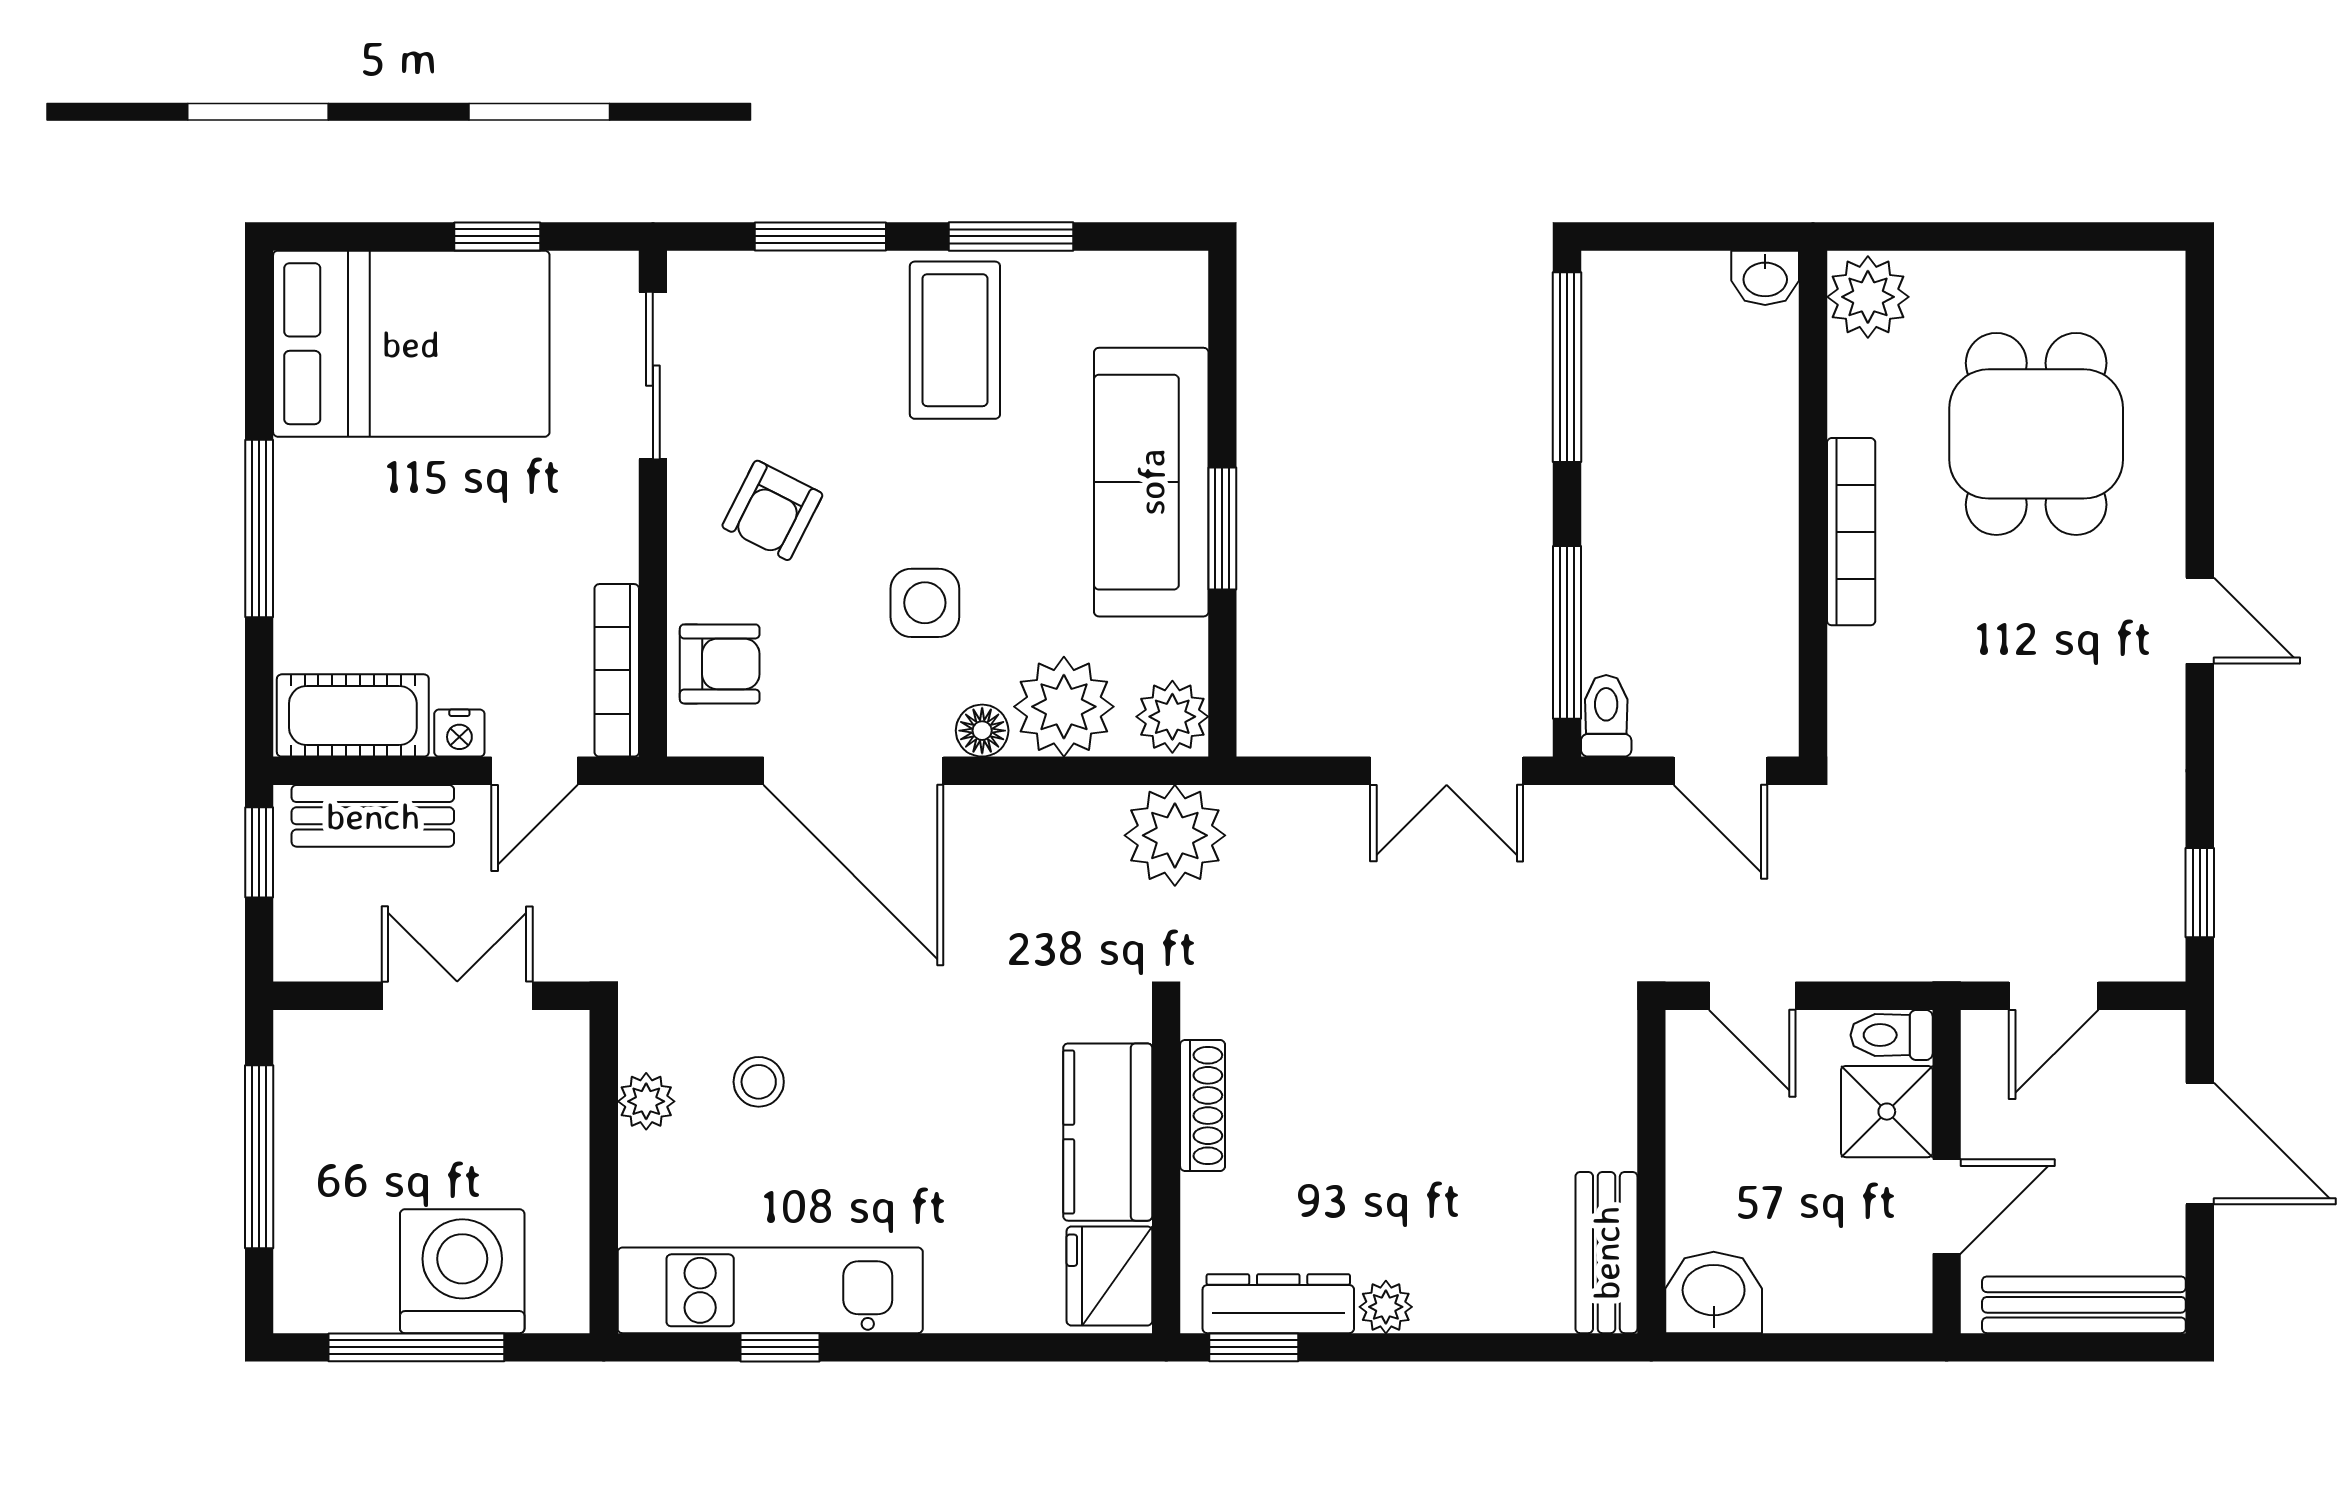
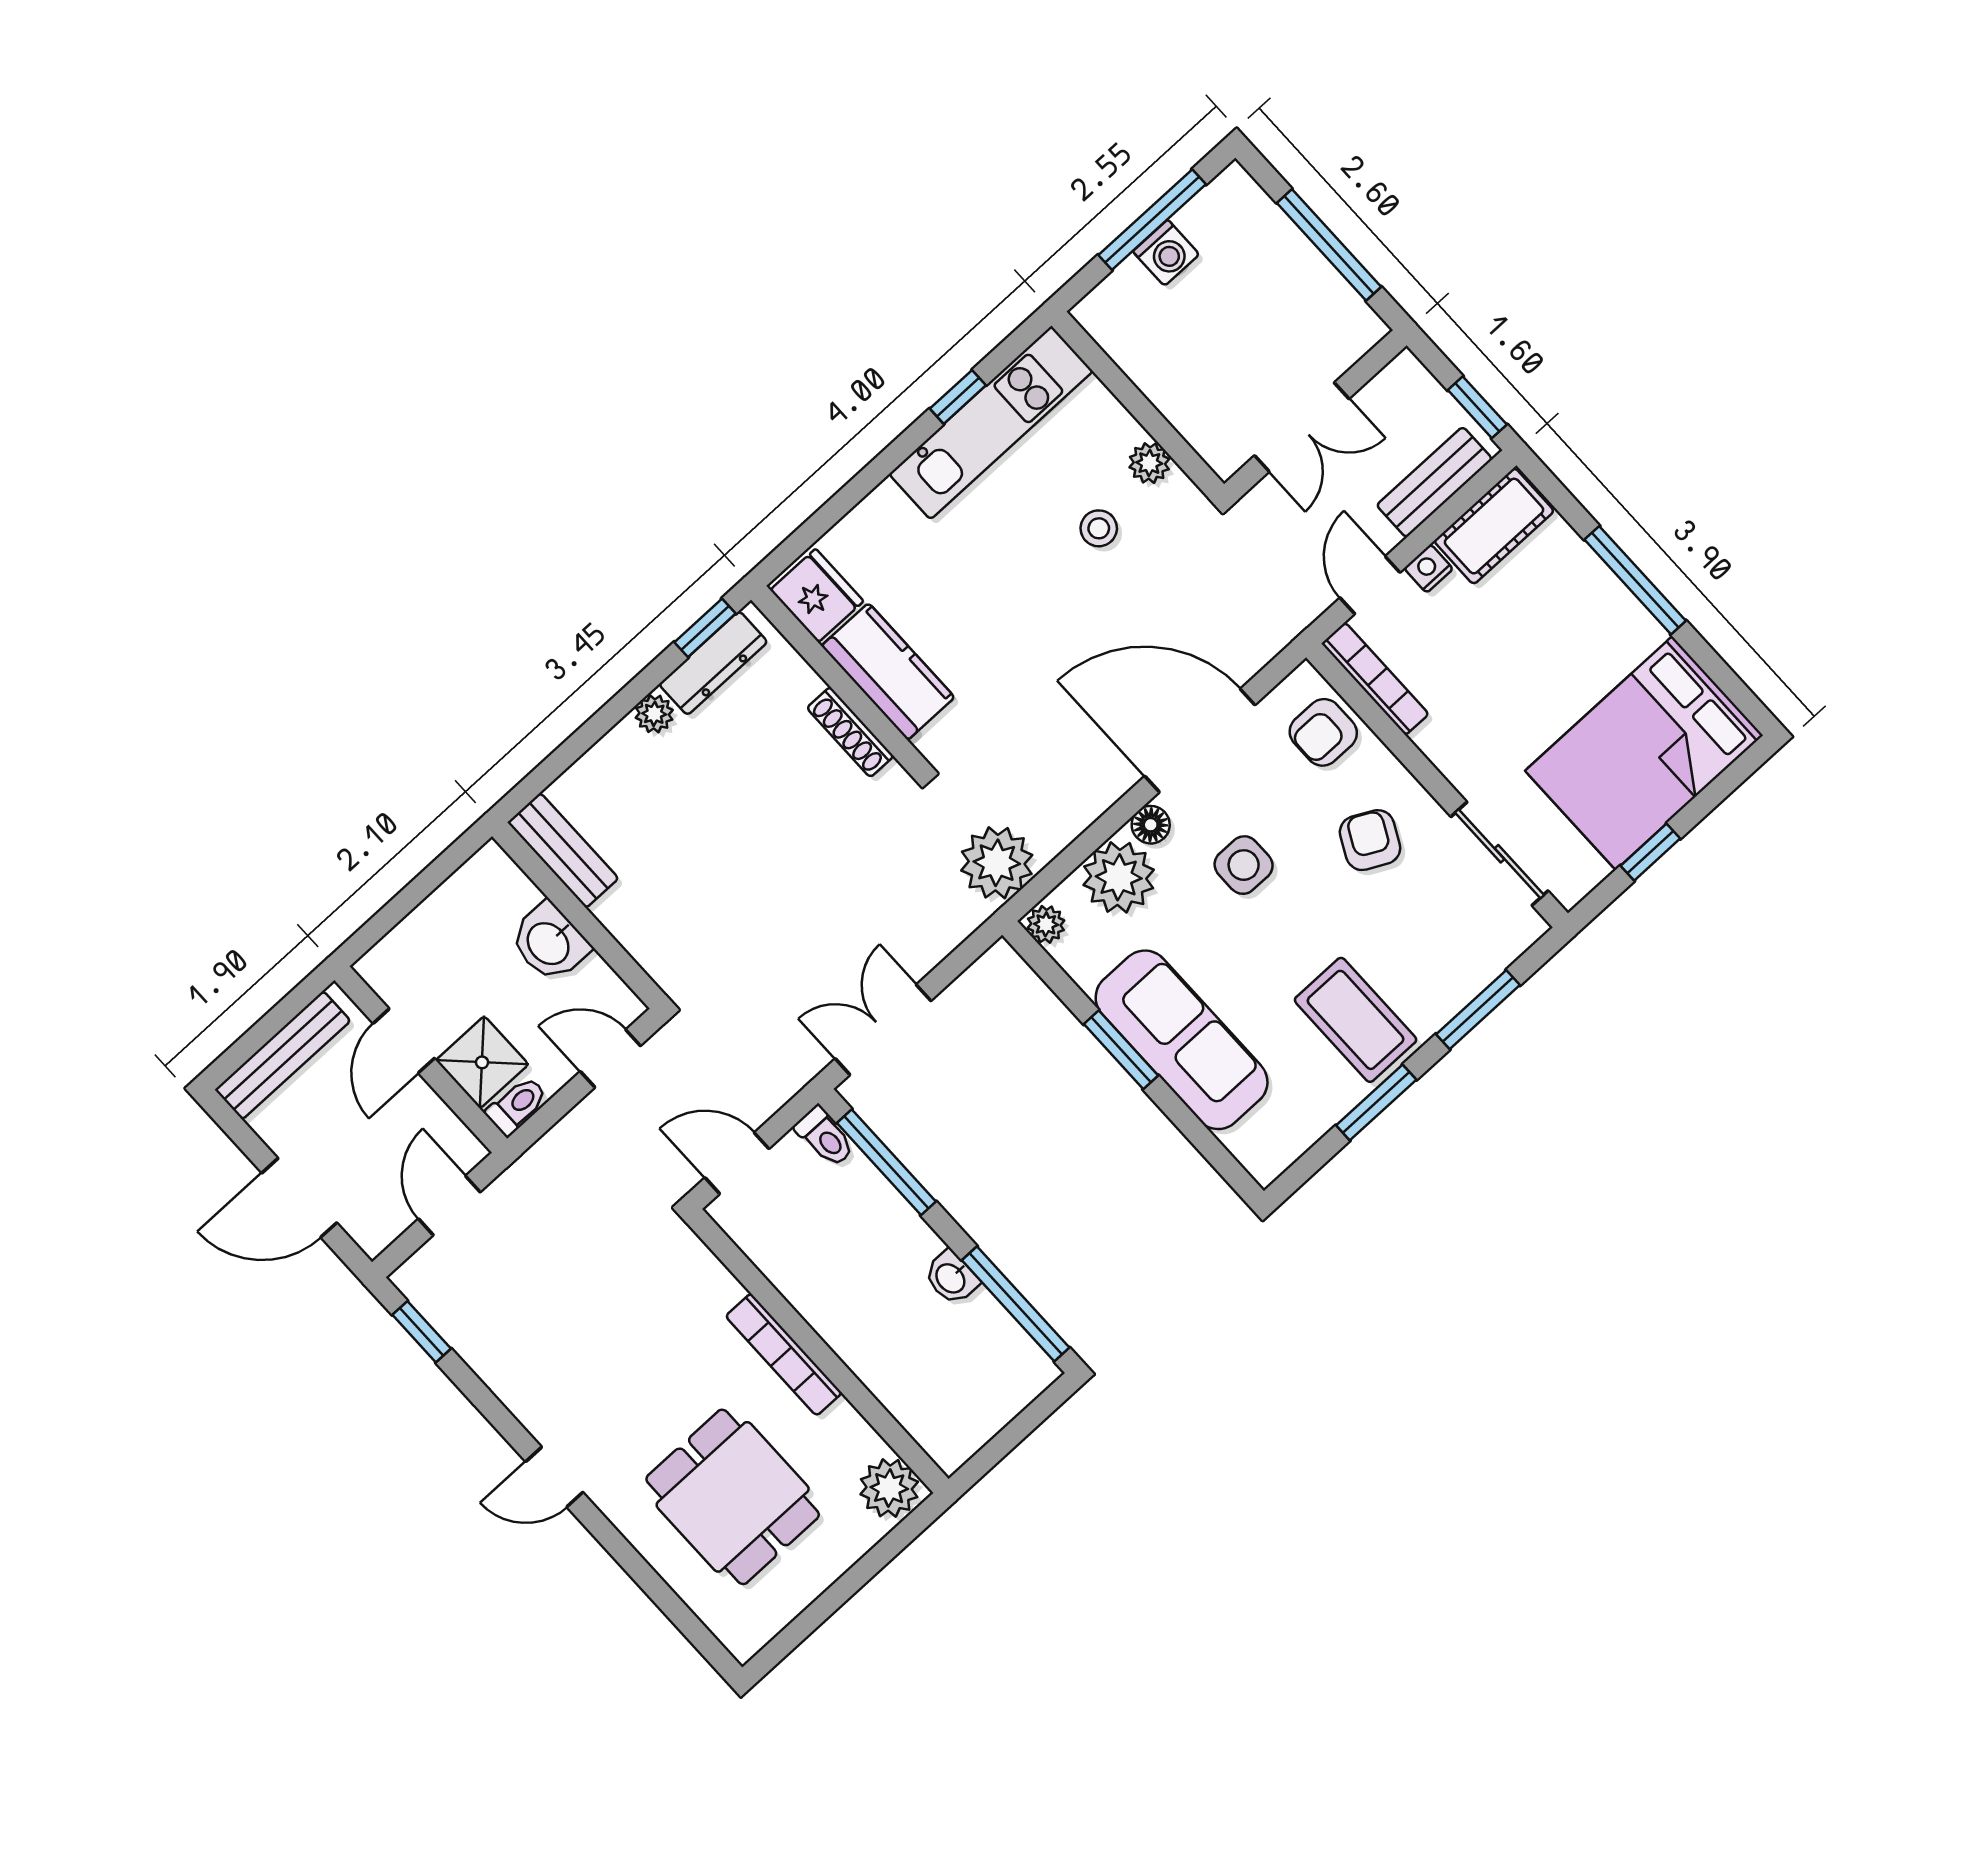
washbasin: (1765, 278) -> (951, 1278), moved, turned -90
plant: (1172, 717) -> (1046, 924), width x0.73, depth x0.73
washing machine: (462, 1271) -> (1166, 253), width x0.53, depth x0.53
washbasin: (1714, 1292) -> (549, 942), moved, turned 90

